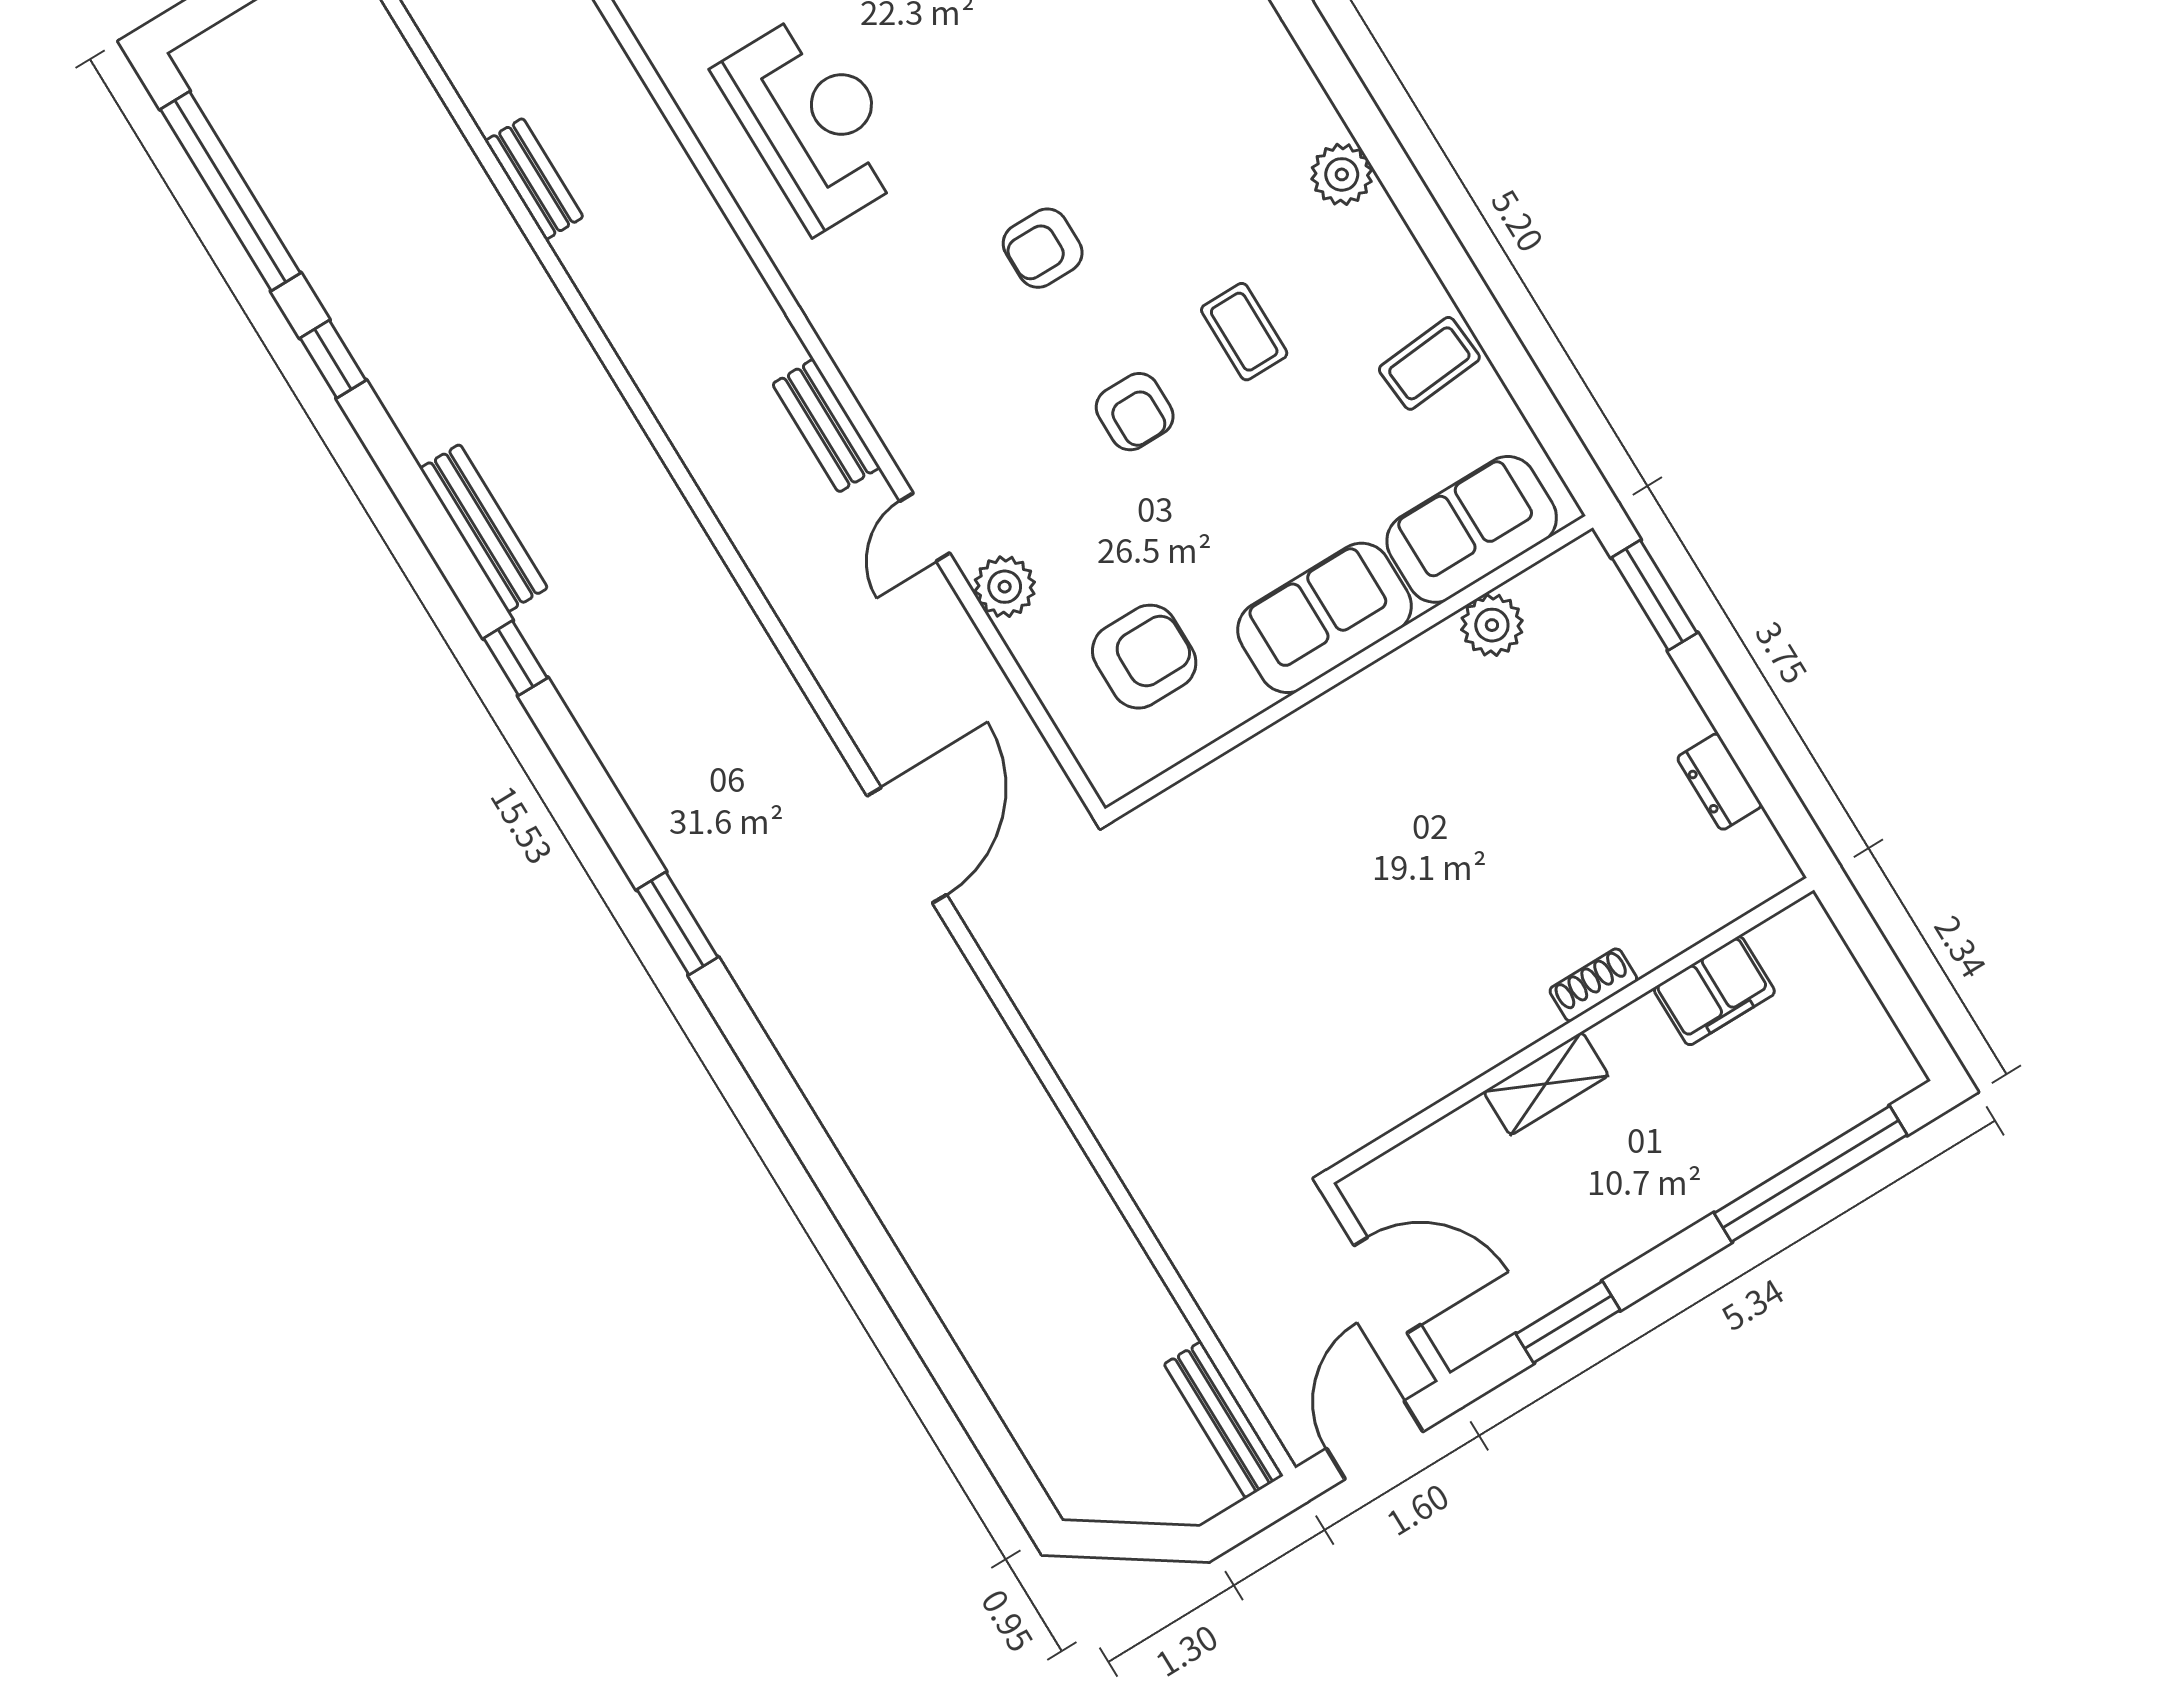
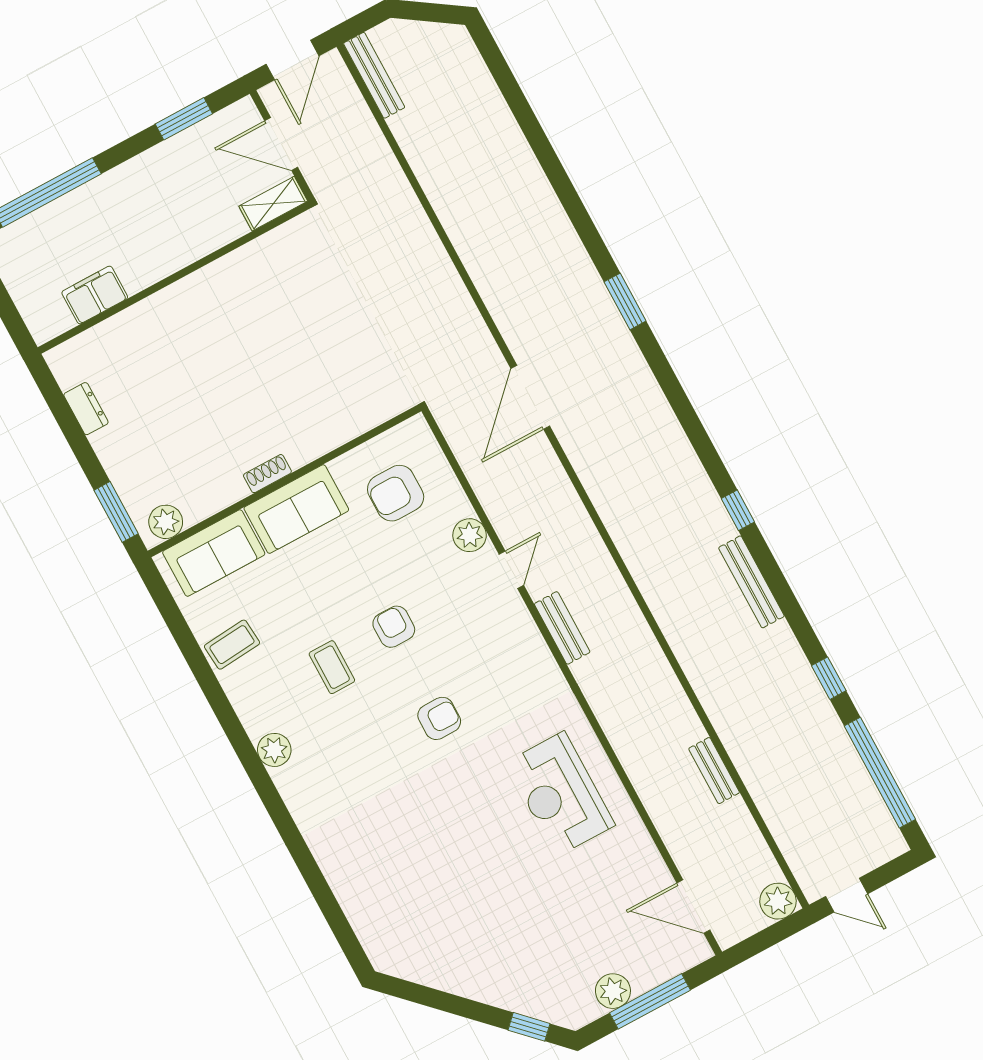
plant: (1492, 625) -> (166, 522), moved
window: (677, 923) -> (625, 301), moved
shoe rack: (1593, 985) -> (267, 474), moved, turned 180
shelving: (1546, 1084) -> (273, 204), moved

